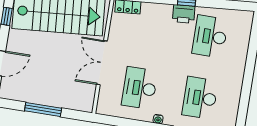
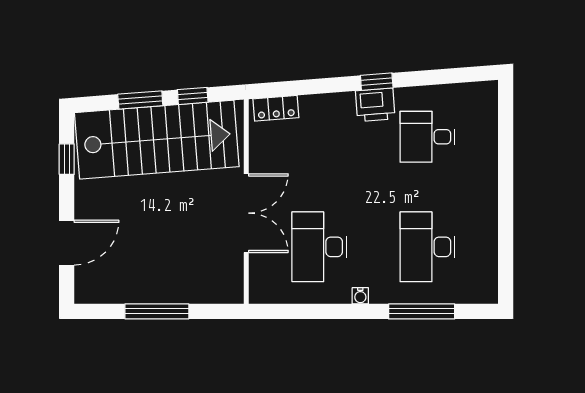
desk: (210, 36) -> (428, 137), width x0.73
double door: (102, 63) -> (246, 213), swing flipped

